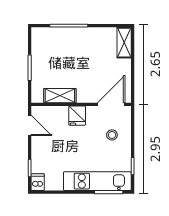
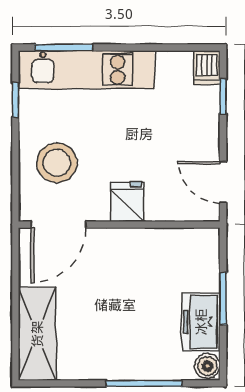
boiler: (37, 34) -> (207, 366), added
shelving: (124, 43) -> (37, 334), width x1.50, depth x1.33
freezer: (41, 56) -> (201, 322), added
shelving: (60, 96) -> (162, 242), removed
stool: (112, 135) -> (57, 163), width x1.89, depth x1.89

